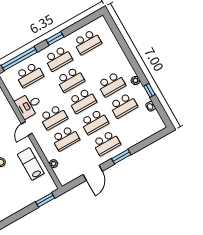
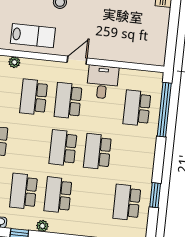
window: (55, 38) -> (155, 195), moved
school desk: (58, 58) -> (132, 155), removed
school desk: (94, 122) -> (29, 144), removed
door: (27, 129) -> (77, 60), hinge flipped

